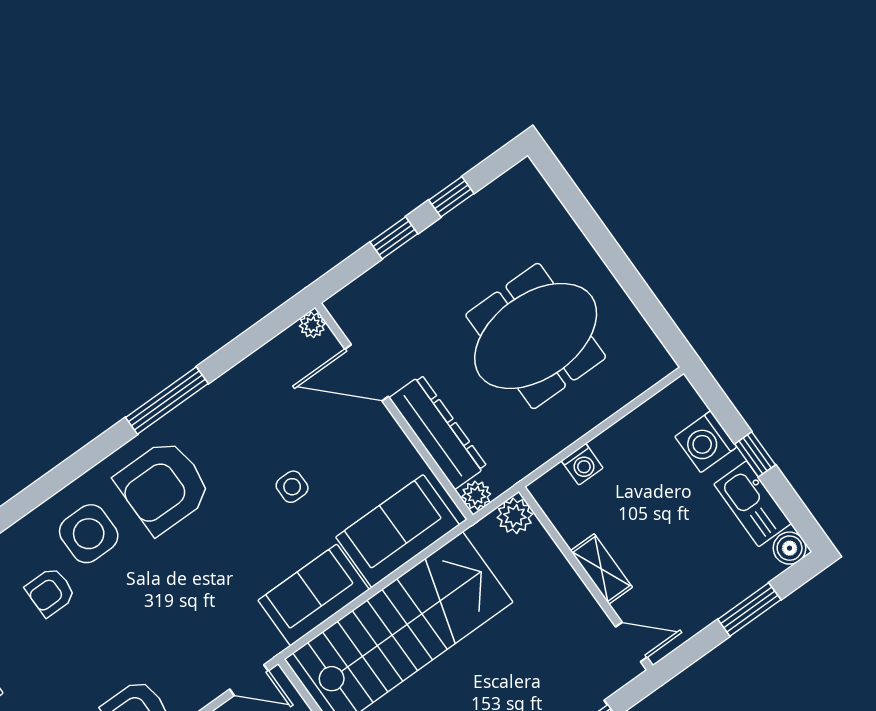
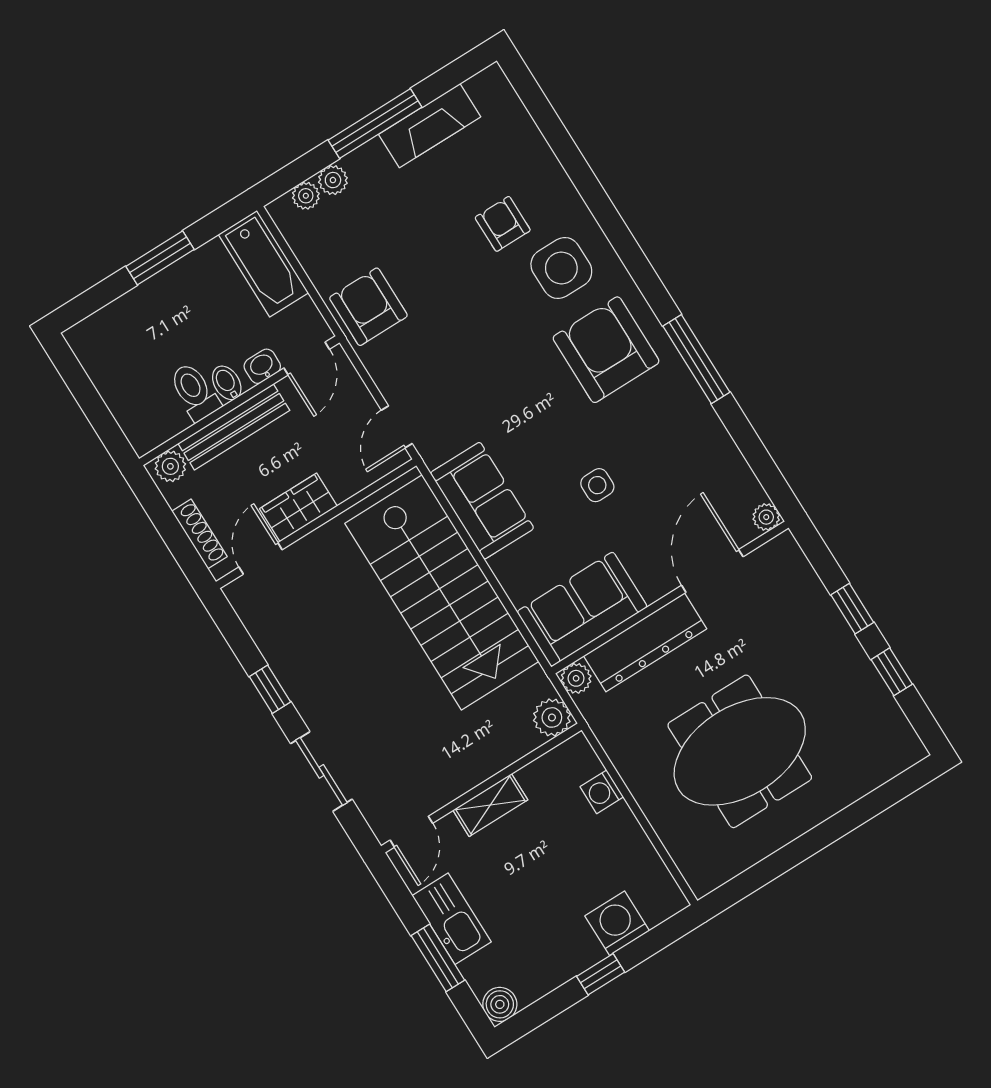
meeting table: (536, 336) -> (740, 751), turned 90
kitchen sink: (753, 504) -> (452, 919), moved, turned 90
sofa: (398, 531) -> (582, 609), moved, turned -90

